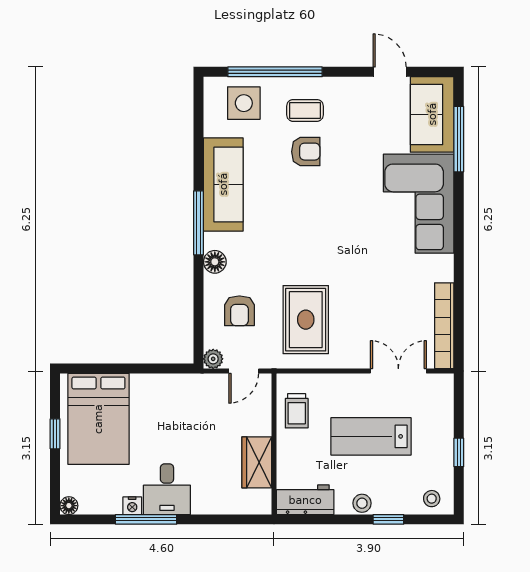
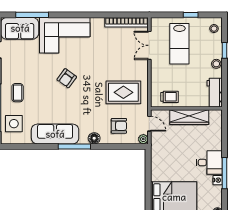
armchair: (306, 152) -> (67, 78), moved, turned -144
lab bench: (371, 436) -> (179, 44), moved
wardrobe: (257, 462) -> (189, 117), width x1.50

